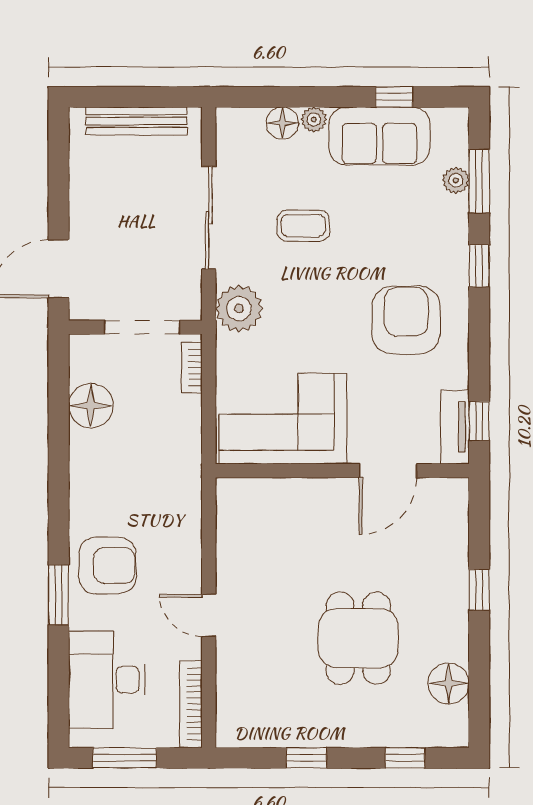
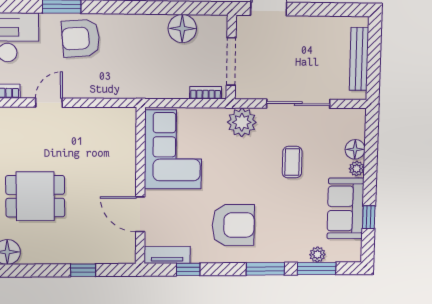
window: (479, 266) -> (265, 269), width x1.50
window: (479, 421) -> (188, 269), moved
armchair: (107, 565) -> (81, 38), turned 86
window: (479, 590) -> (83, 270), moved

